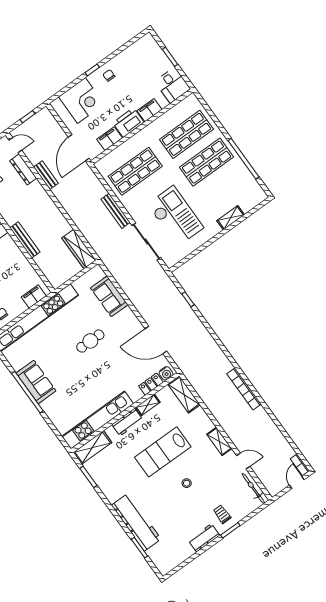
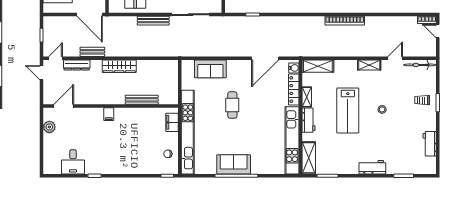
bench: (25, 240) -> (142, 100), moved
wardrobe: (79, 249) -> (119, 66), moved
locker: (151, 384) -> (294, 90), width x1.53
workbench: (136, 522) -> (372, 167), width x0.53, depth x0.76
workbench: (204, 538) -> (430, 144), moved

